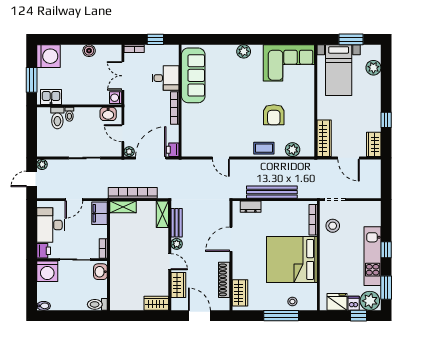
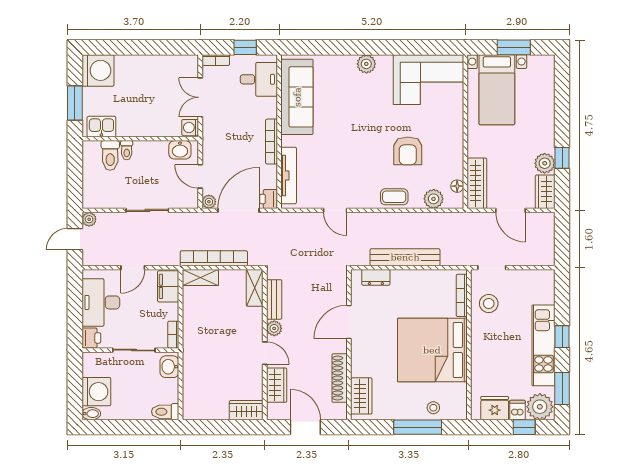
boiler: (89, 51) -> (154, 63), removed
plant: (373, 68) -> (545, 163), moved
desk: (165, 78) -> (259, 79), moved
tv unit: (187, 133) -> (289, 175), added
floor lamp: (310, 140) -> (457, 186), added
washing machine: (47, 271) -> (96, 392), moved, turned -90

